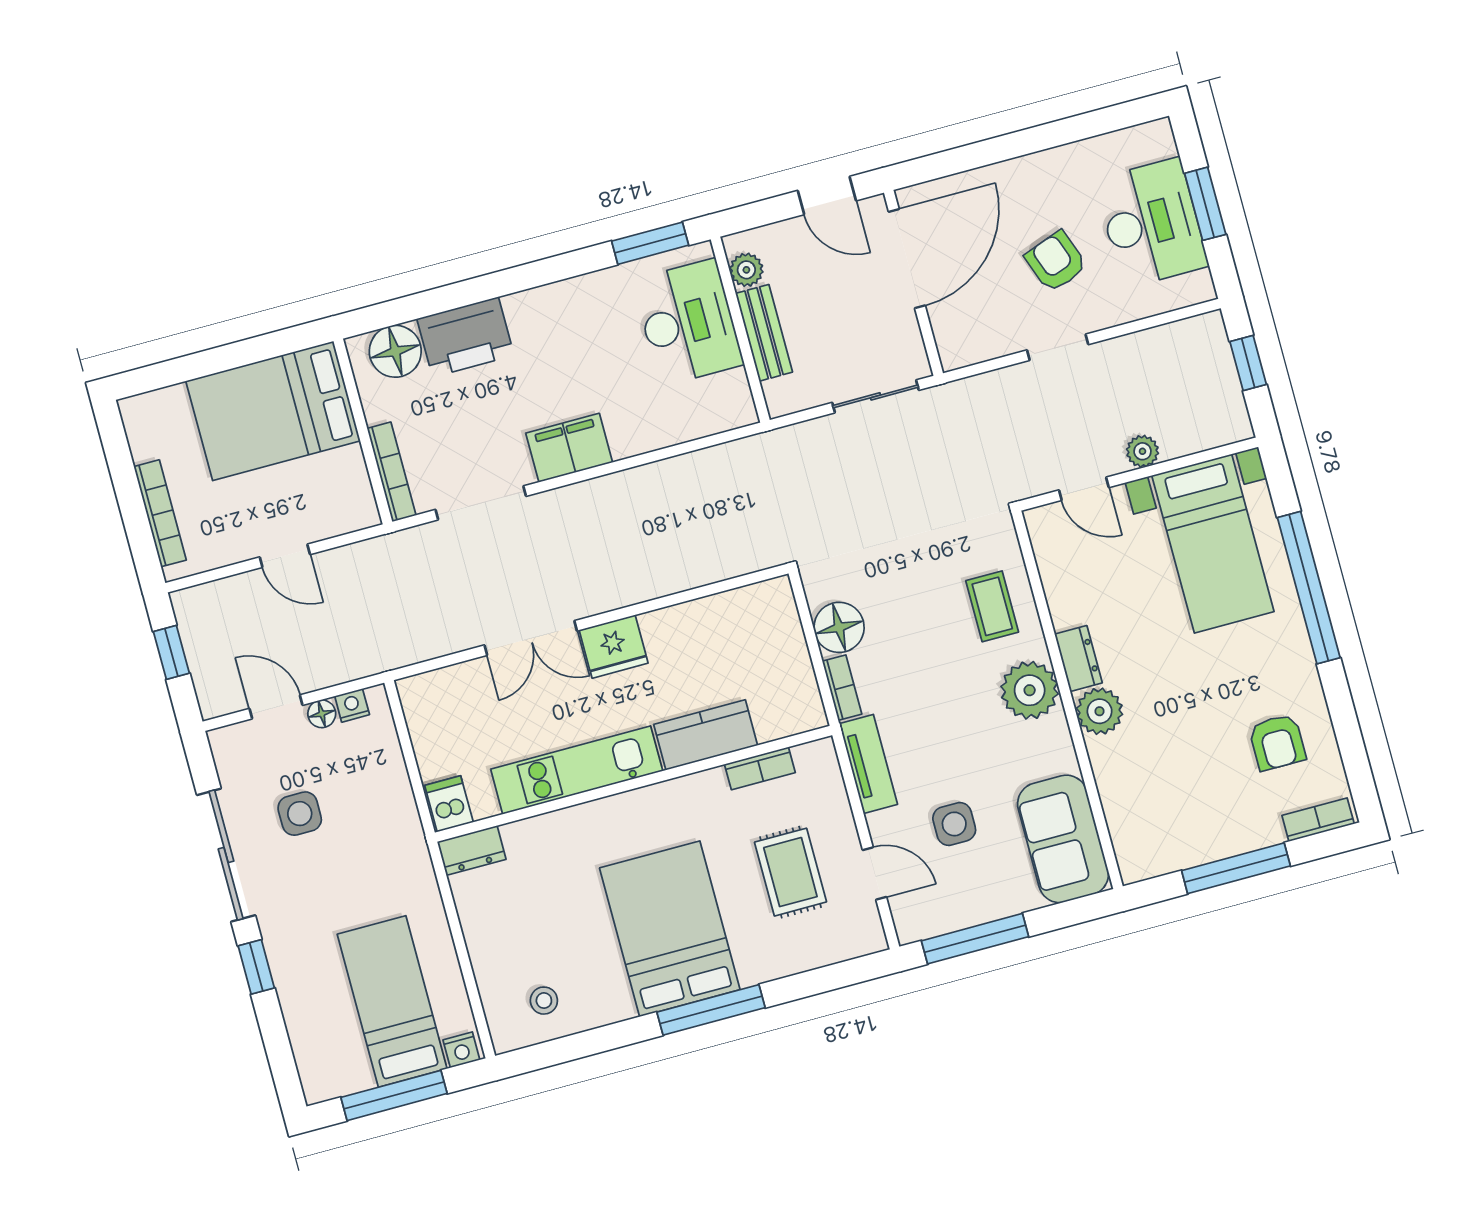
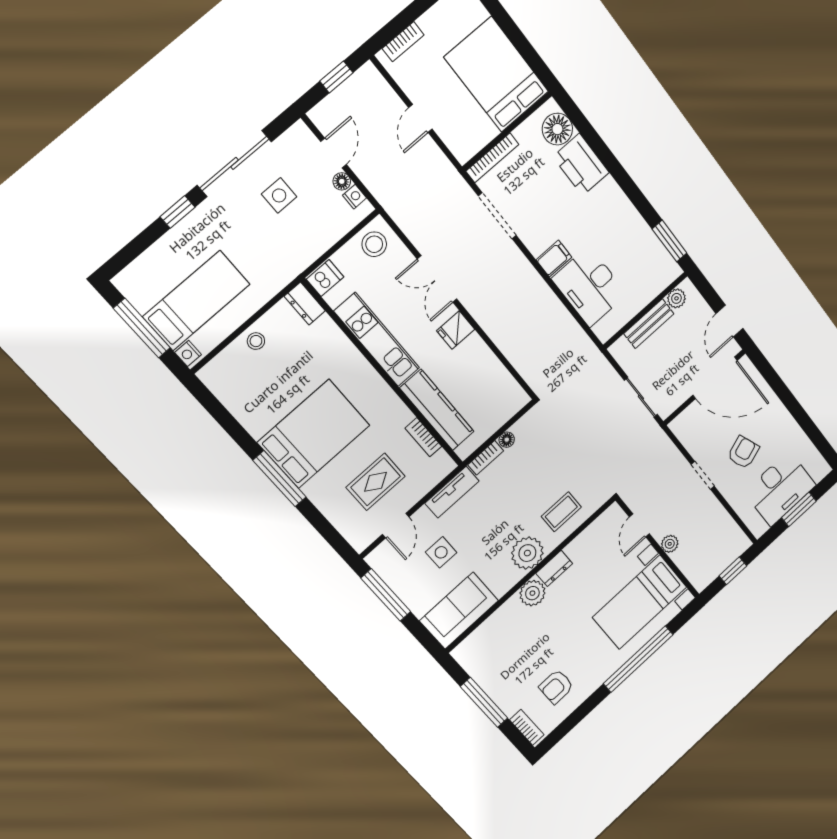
desk: (688, 322) -> (589, 287), moved, turned 90
filing cabinet: (569, 448) -> (554, 259), width x0.50
bookcase: (160, 513) -> (403, 42), width x0.64
floor lamp: (839, 627) -> (507, 440), width x0.53, depth x0.53
fridge: (614, 647) -> (456, 330), width x0.72
stool: (434, 708) -> (374, 244), added
kitchen counter: (706, 735) -> (437, 410), width x1.50
stool: (544, 1001) -> (256, 341), moved

